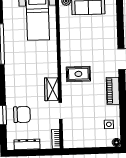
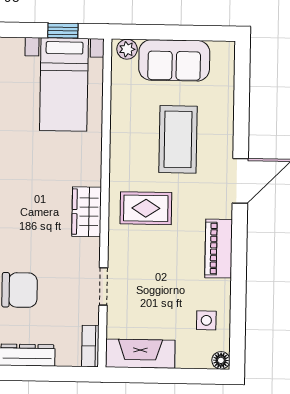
coffee table: (92, 41) -> (178, 139), added
wardrobe: (52, 89) -> (87, 212), moved
fireplace: (79, 141) -> (140, 354), added

